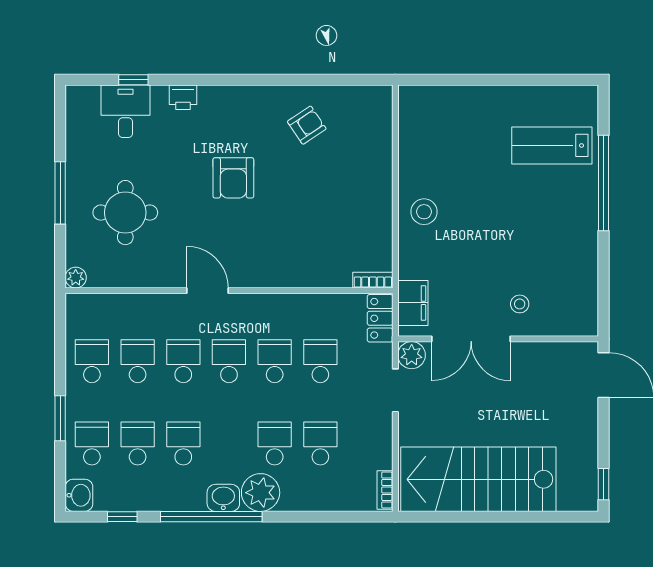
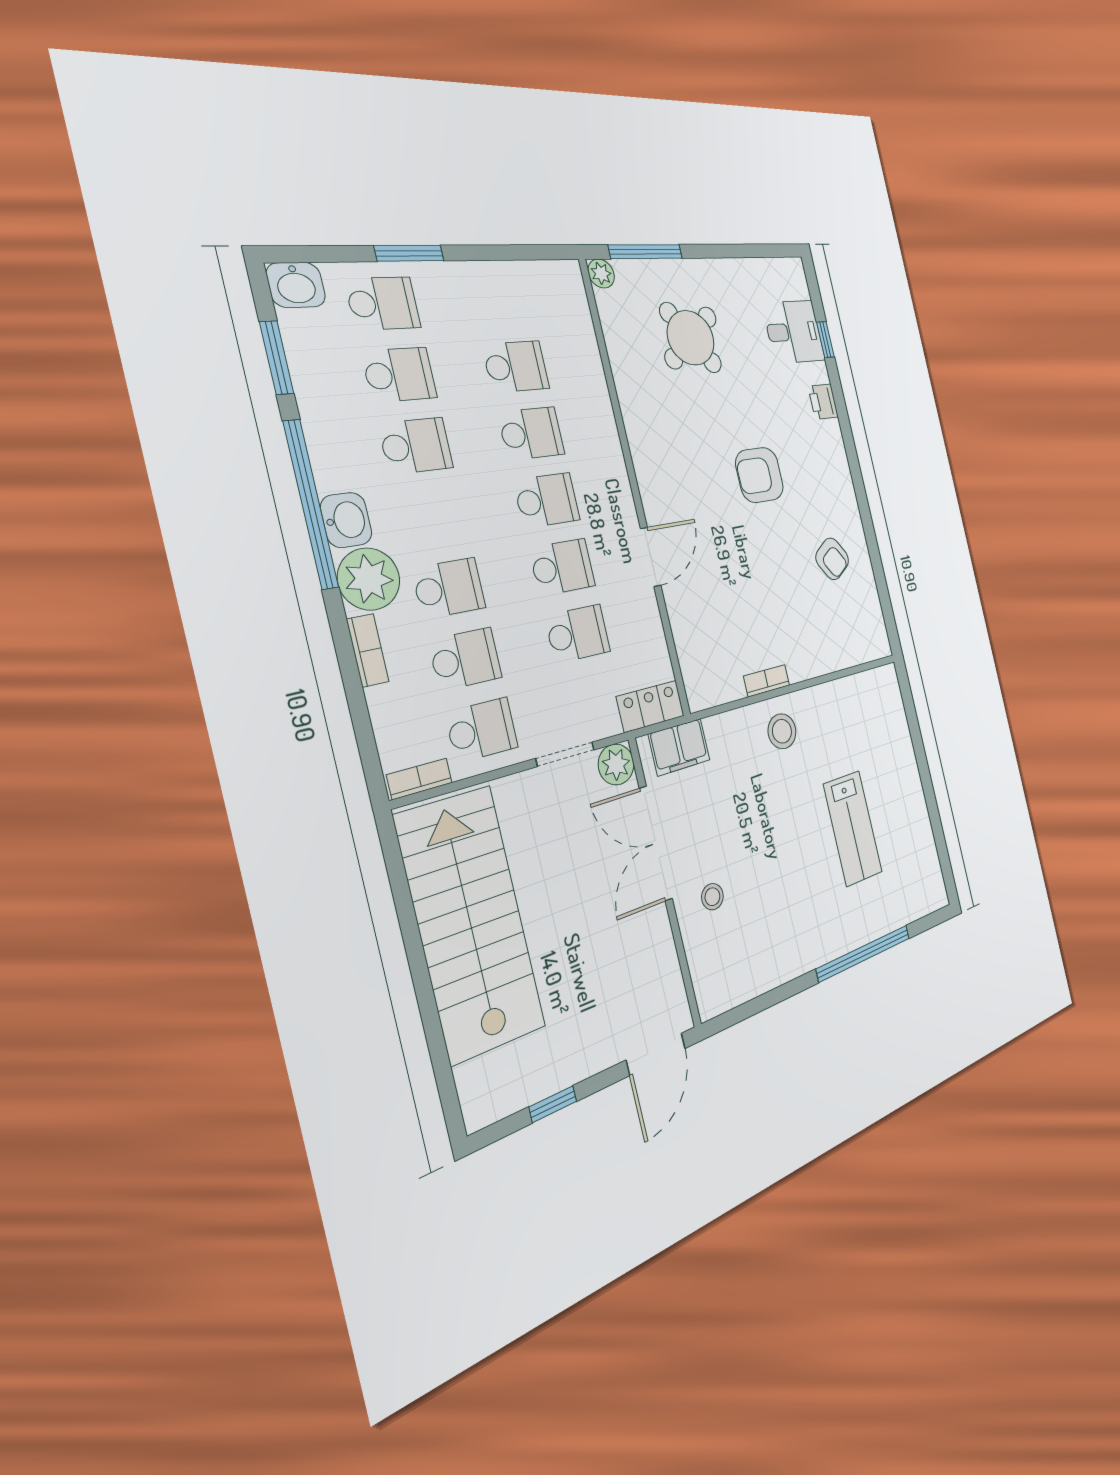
lab bench: (552, 145) -> (853, 828), moved, turned 180
window: (60, 193) -> (646, 252), moved
round table: (125, 213) -> (691, 338), turned -37
bookcase: (373, 280) -> (767, 681), moved, turned -90
door: (207, 291) -> (651, 557), moved
school desk: (92, 361) -> (482, 730), moved
window: (604, 484) -> (553, 1104), moved
bookcase: (303, 503) -> (368, 650), added
window: (122, 517) -> (277, 358), width x1.50

